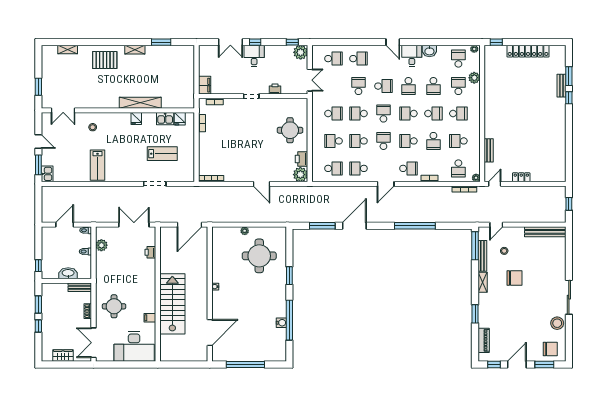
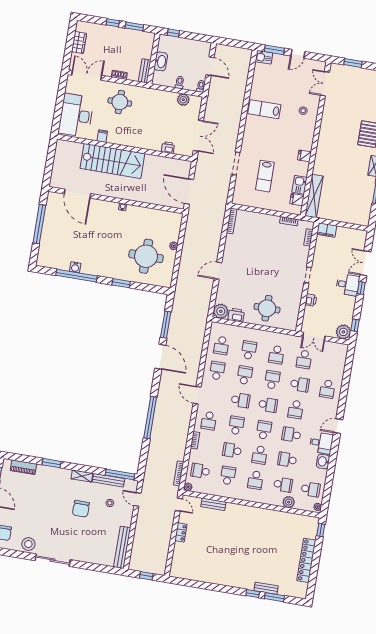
school desk: (334, 59) -> (304, 359), moved
shelving: (140, 103) -> (314, 196), moved

